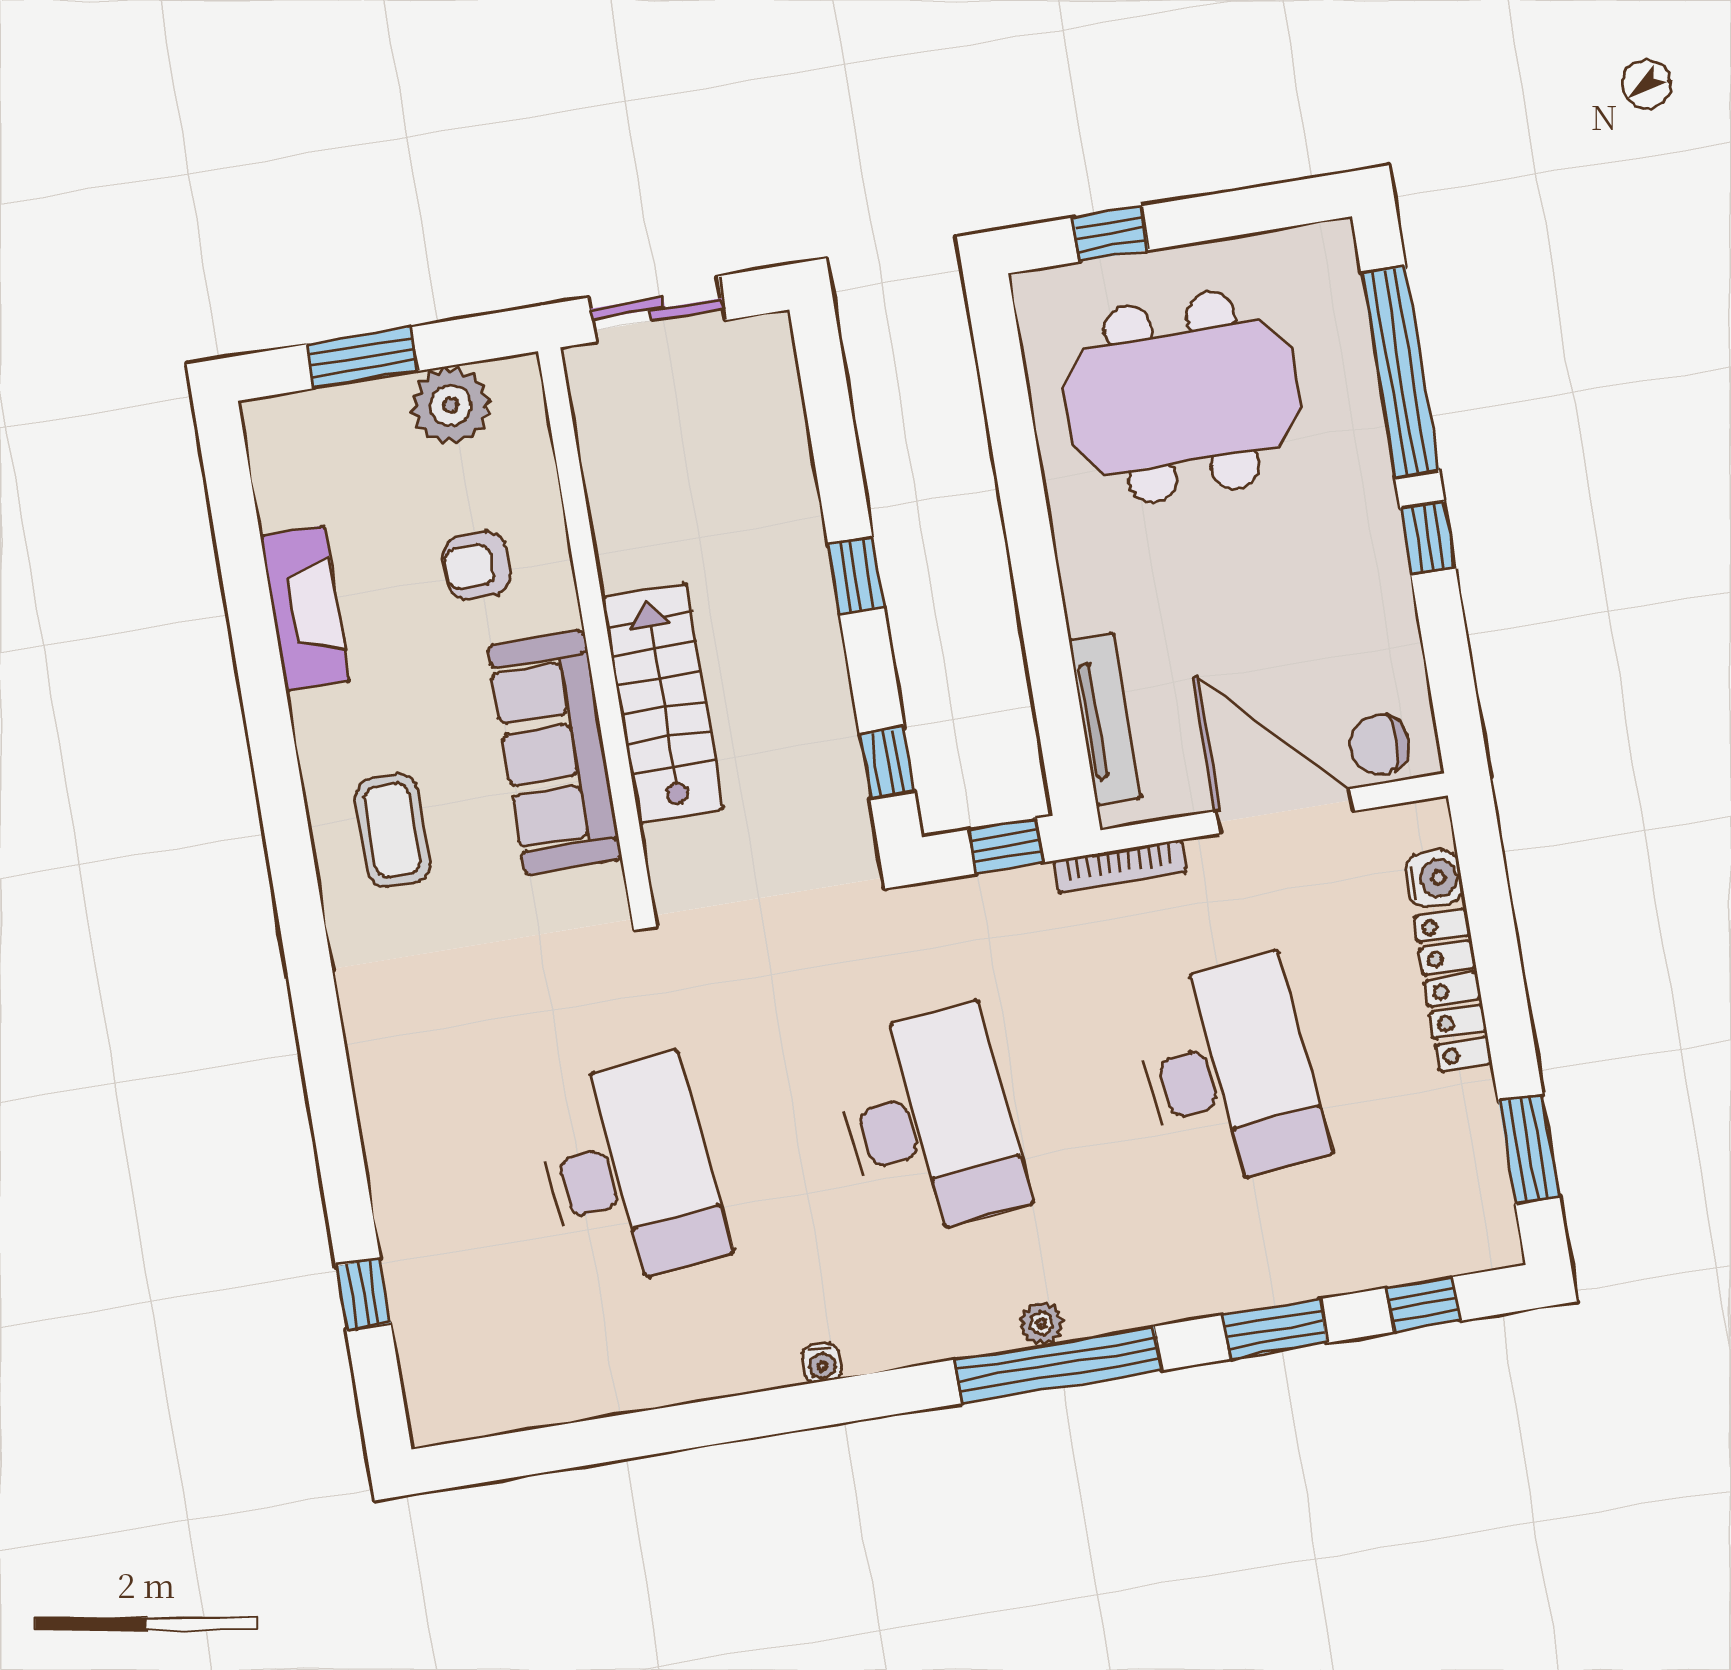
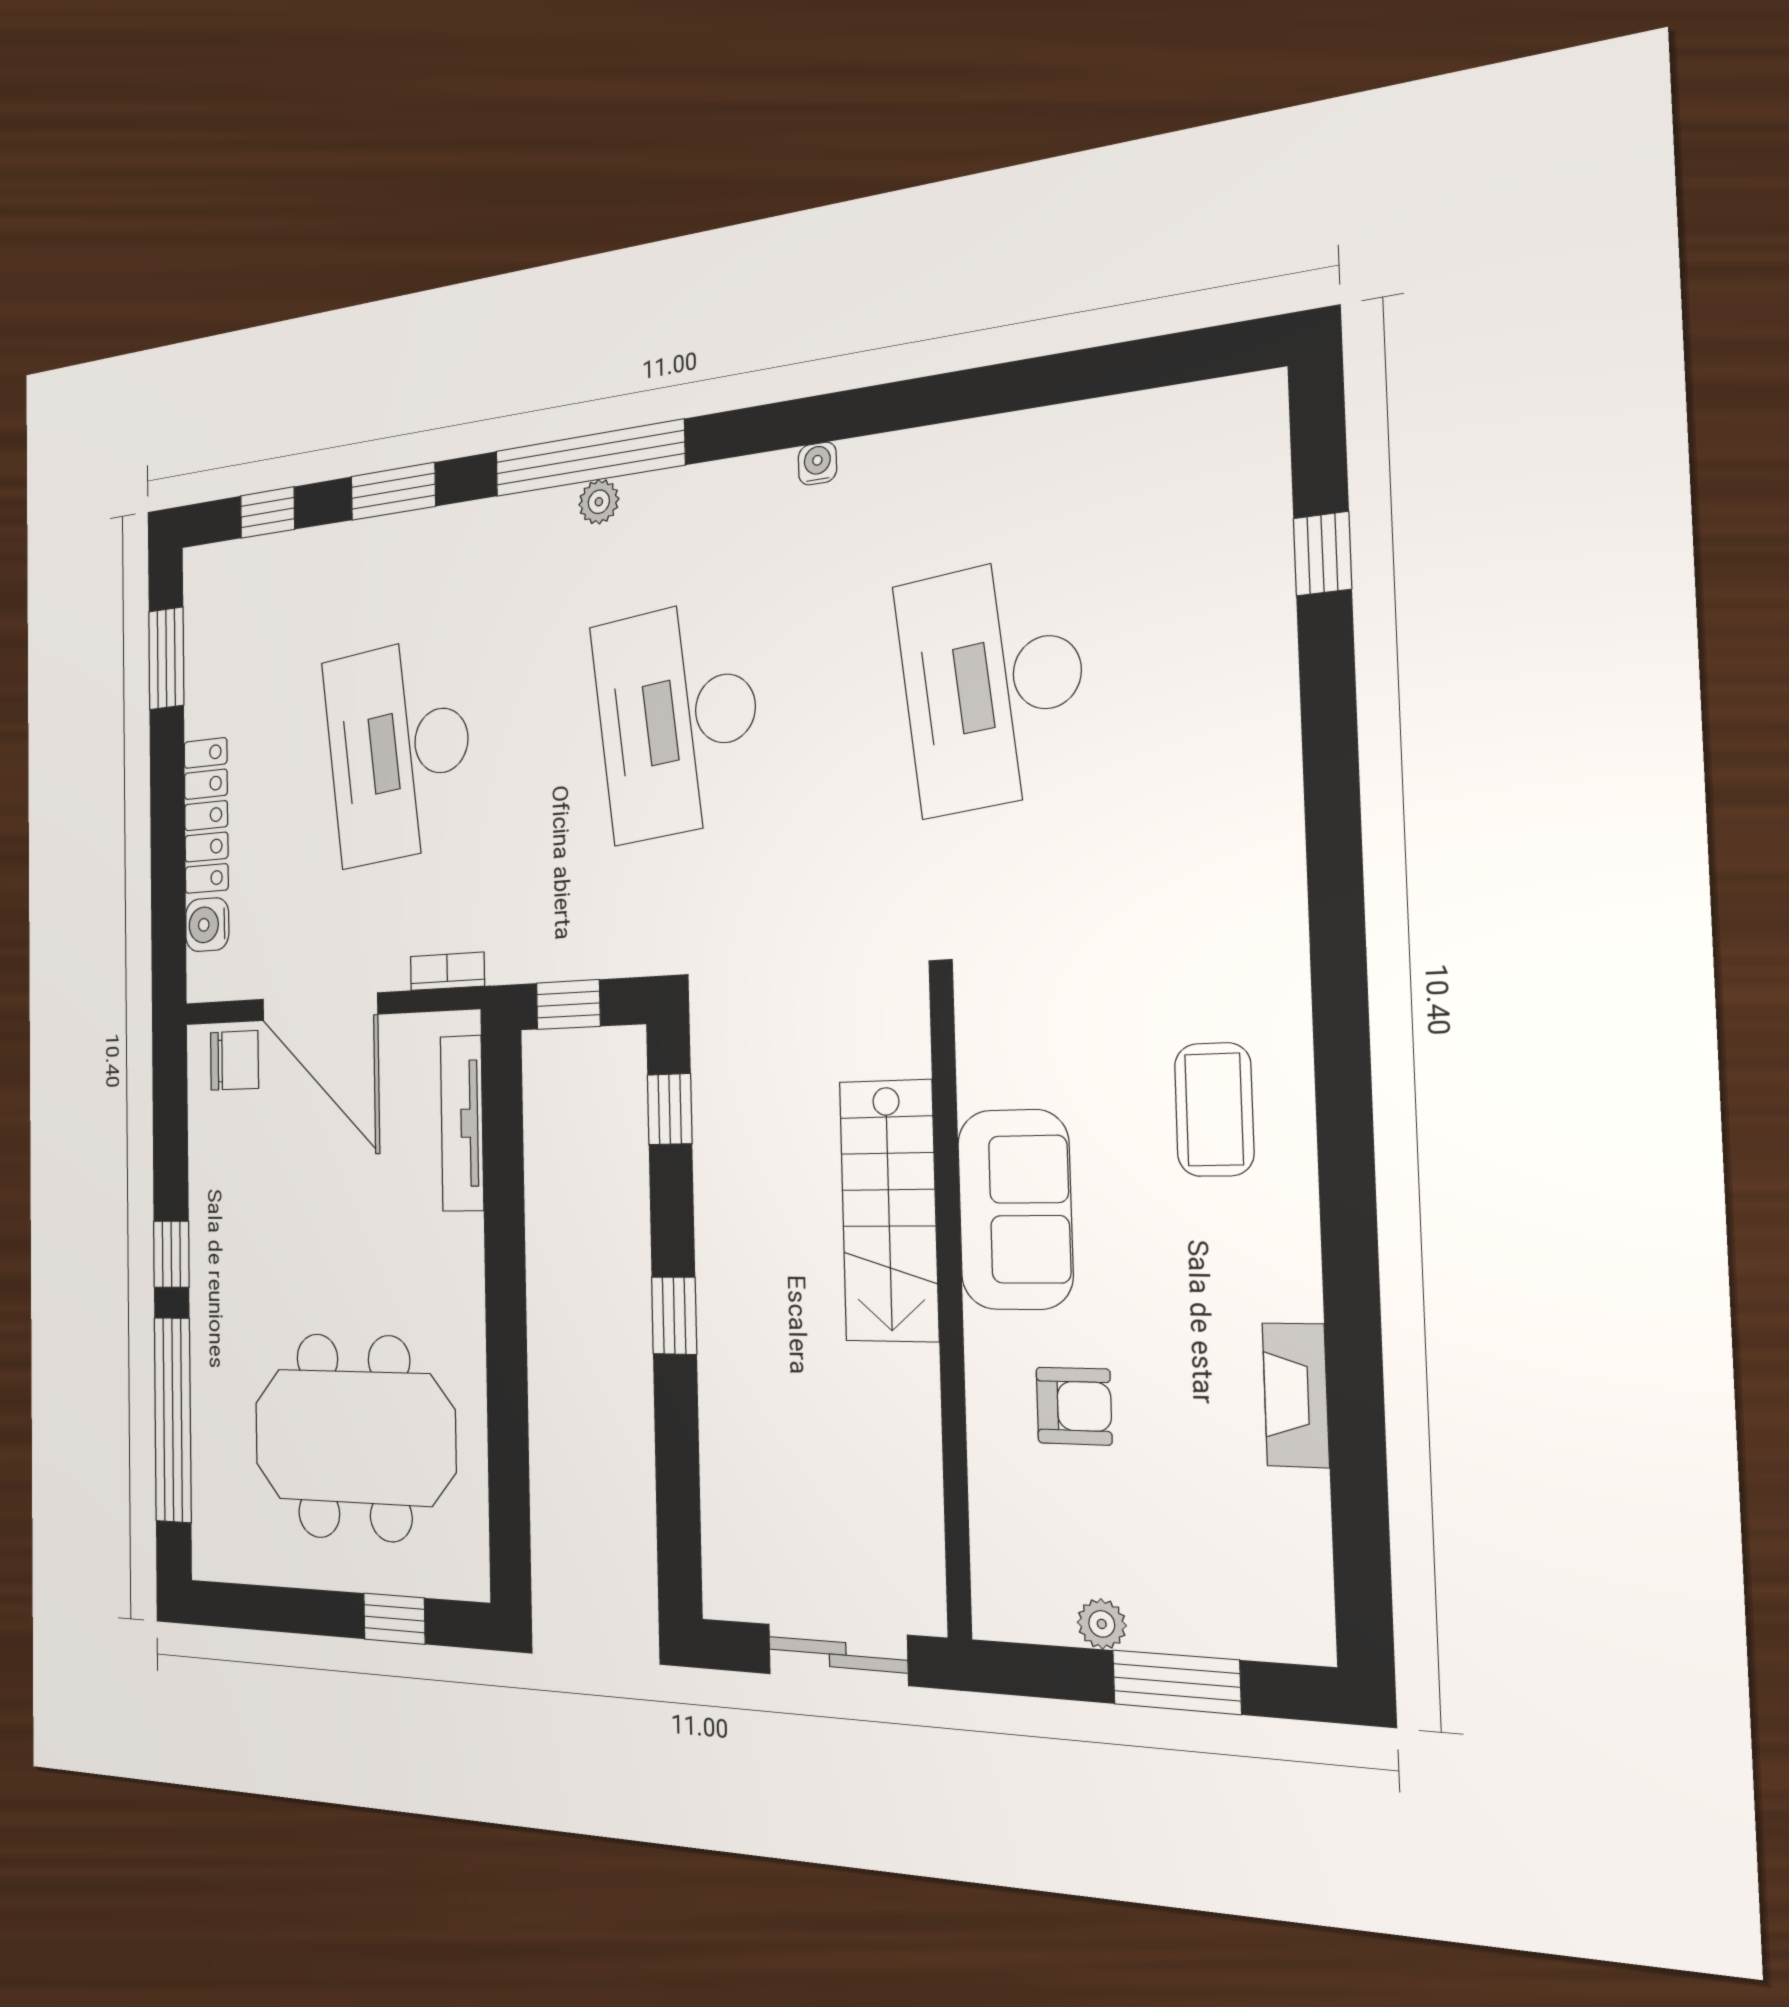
plant: (451, 405) -> (1102, 1624), width x0.53, depth x0.53
fireplace: (305, 608) -> (1296, 1395), width x0.73, depth x0.76
sofa: (555, 753) -> (1015, 1209), width x0.73
bookcase: (1120, 866) -> (447, 971), width x0.64

